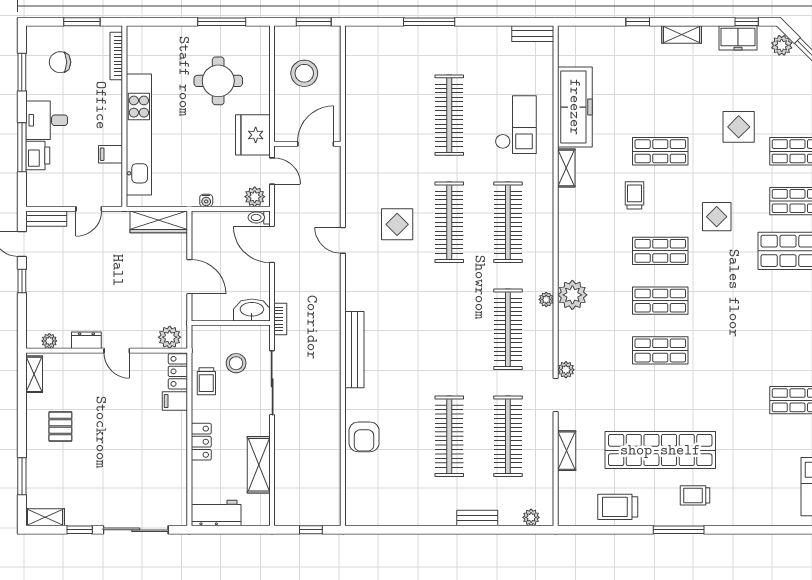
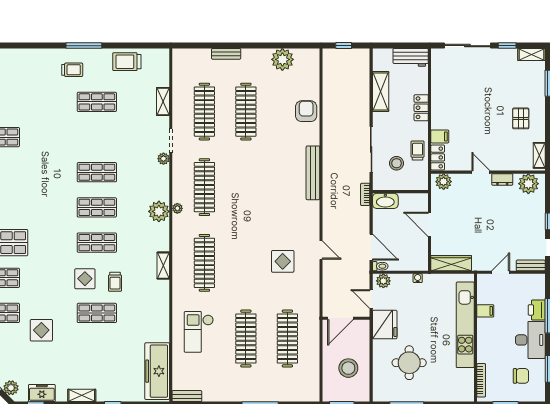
freezer: (575, 107) -> (157, 371), moved
desk: (47, 120) -> (530, 340), width x1.37
shelving: (566, 168) -> (163, 266), moved
display table: (717, 217) -> (85, 279), moved
clothes rail: (449, 222) -> (287, 339), moved
plant: (49, 341) -> (528, 184), width x1.87, depth x1.87
shop shelf: (660, 450) -> (97, 102), width x0.50, depth x0.74
trolley: (618, 507) -> (127, 62), turned 180
plant: (531, 517) -> (282, 59), moved, width x1.88, depth x1.88

